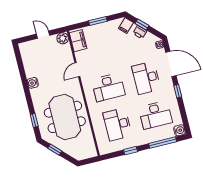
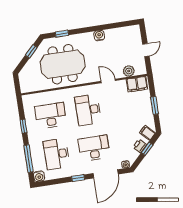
plant: (63, 38) -> (129, 71), moved

